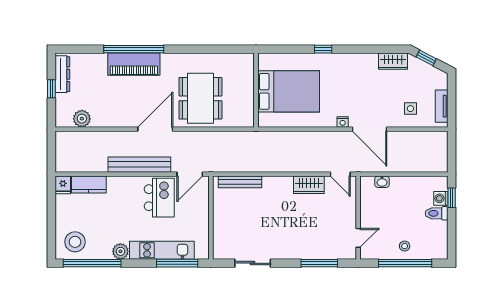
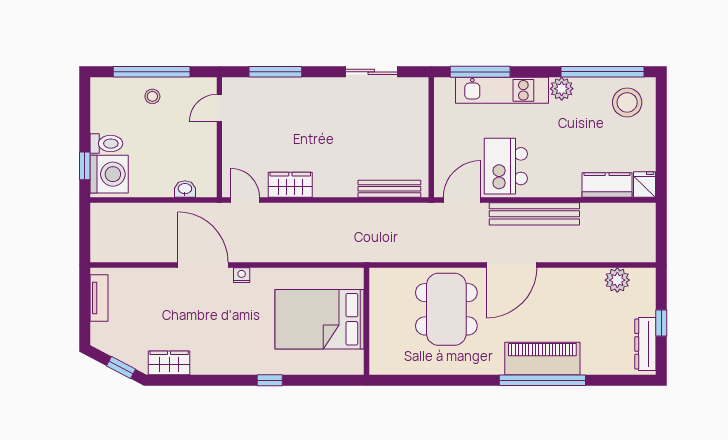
side table: (410, 109) -> (144, 294), removed
washing machine: (441, 198) -> (109, 174), width x1.89, depth x1.89

